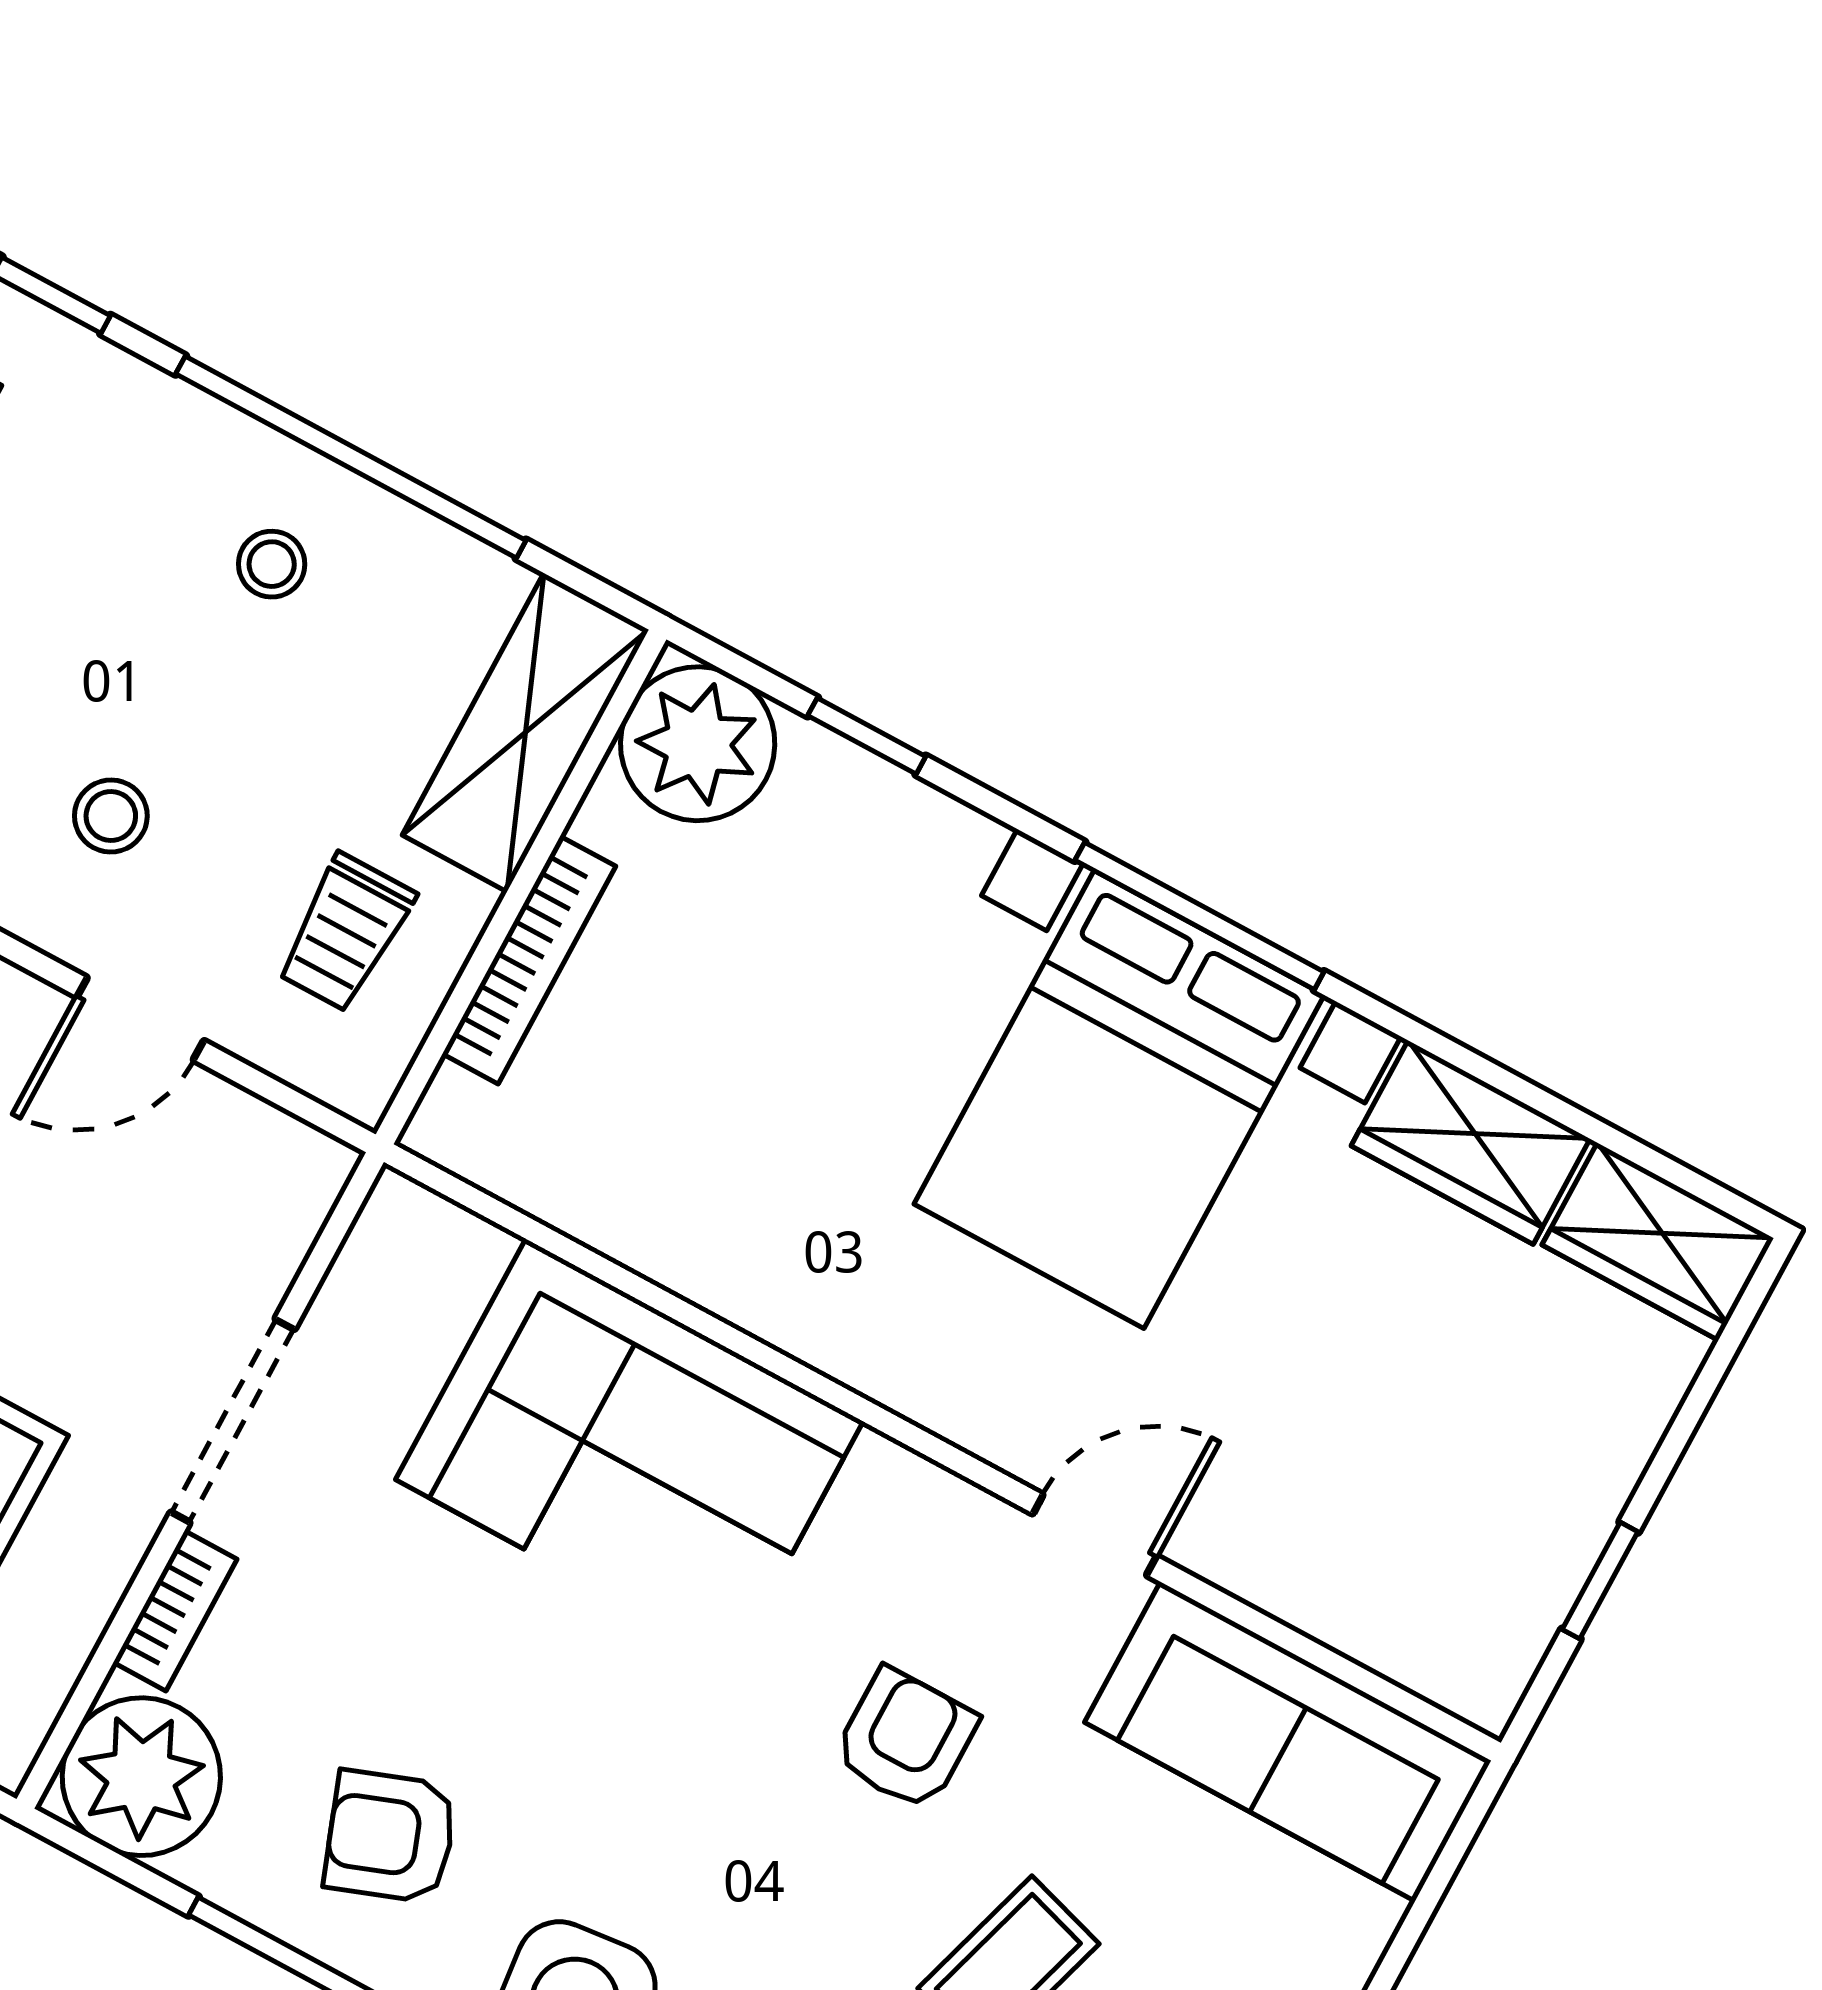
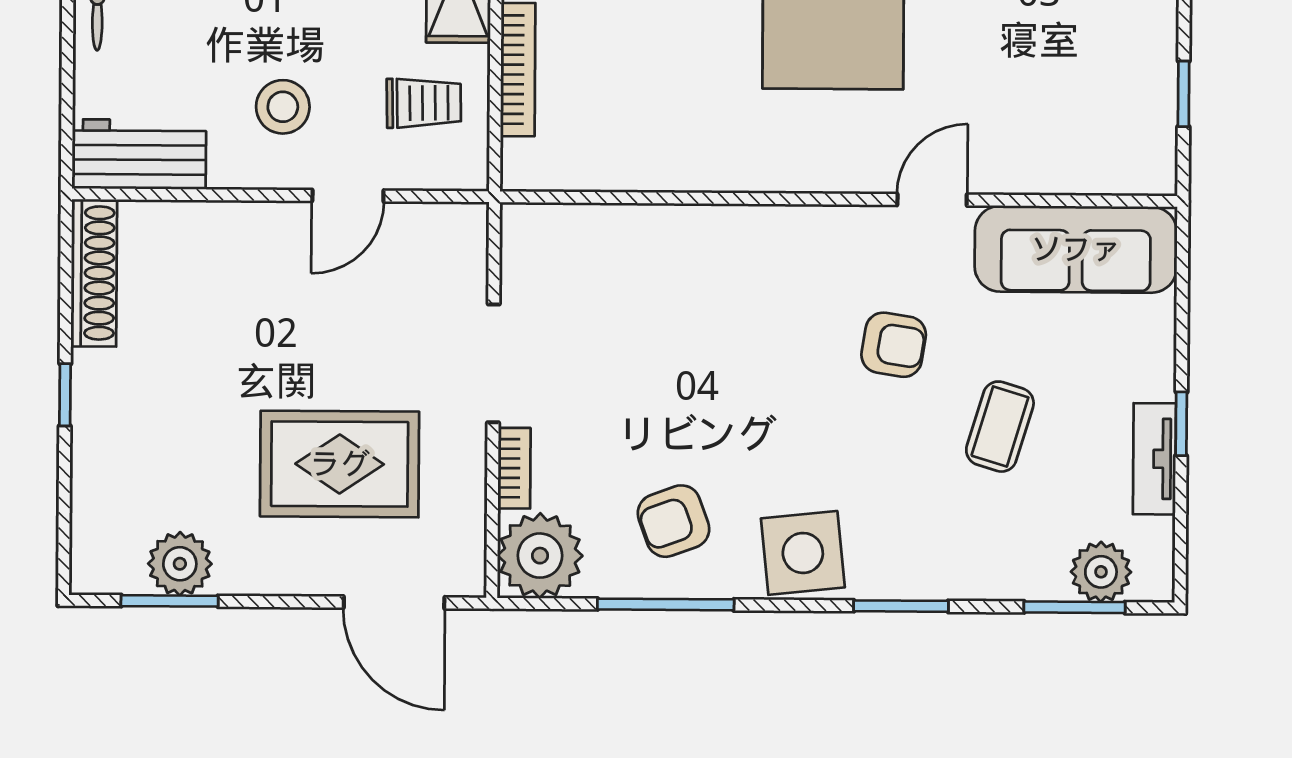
stool: (111, 816) -> (283, 107), width x1.37, depth x1.37
trolley: (345, 933) -> (424, 103), turned -91
corner sofa: (629, 1450) -> (690, 277), removed
armchair: (905, 1739) -> (894, 345), turned 99

